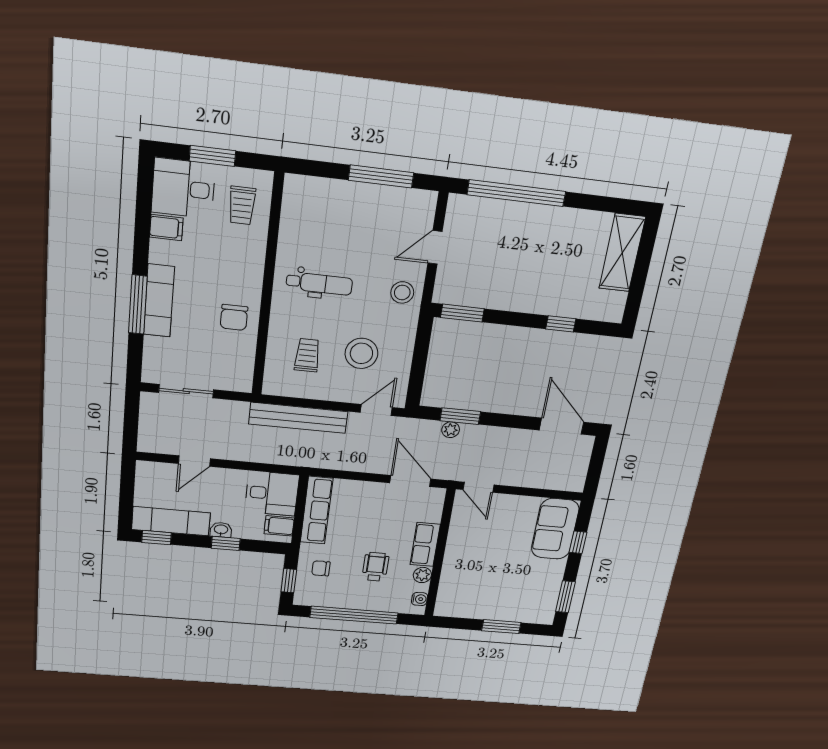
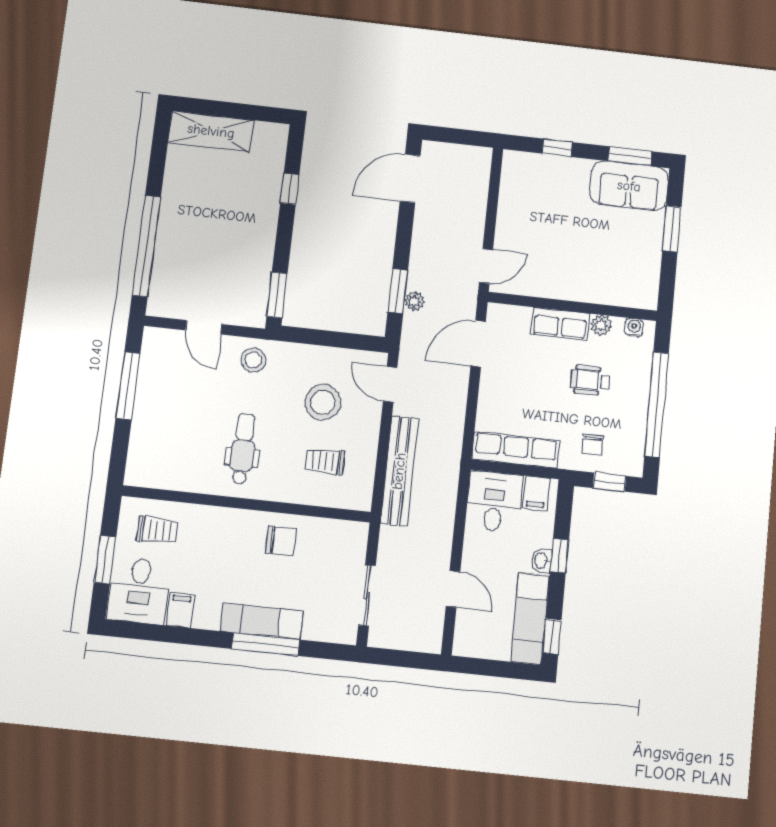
sofa: (555, 529) -> (629, 186), moved

